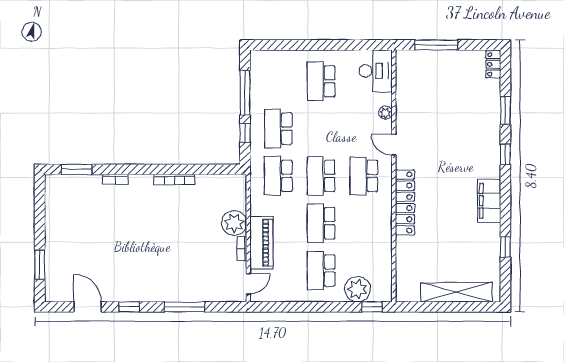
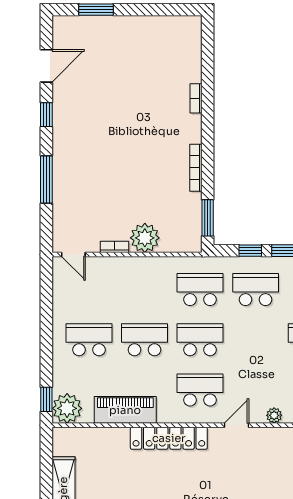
window: (77, 169) -> (208, 218), moved
piano: (261, 243) -> (125, 410), moved, turned 180
plant: (357, 289) -> (67, 408), moved

